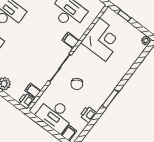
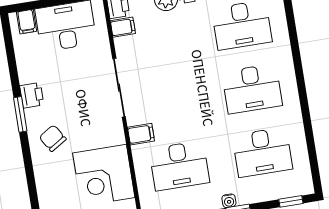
chair: (77, 84) -> (53, 138), moved
printer: (88, 114) -> (32, 95), moved

